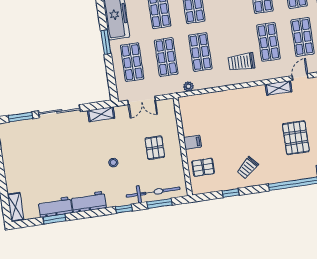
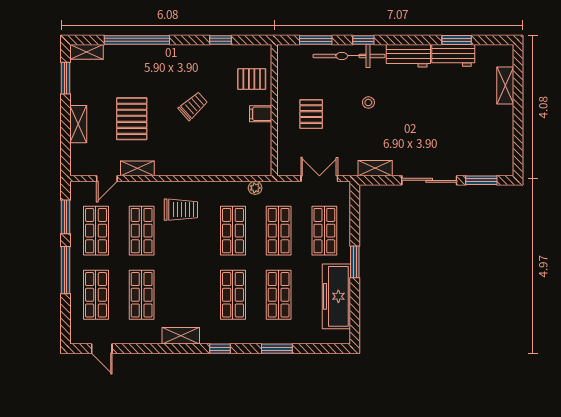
pallet: (296, 138) -> (132, 119), moved
trolley: (248, 168) -> (193, 106), moved
bicycle: (153, 192) -> (349, 56), moved
shelving: (16, 207) -> (505, 85), moved

